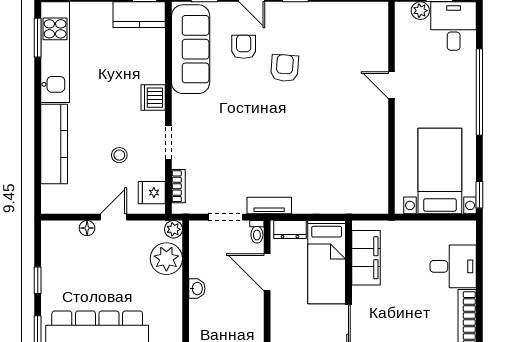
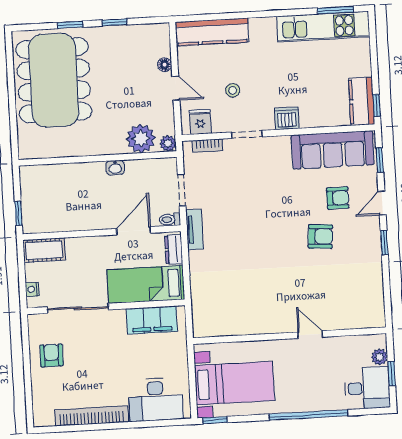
door: (392, 85) -> (310, 335), hinge flipped
kitchen counter: (54, 144) -> (212, 32), moved
desk: (453, 266) -> (156, 399), width x1.37

